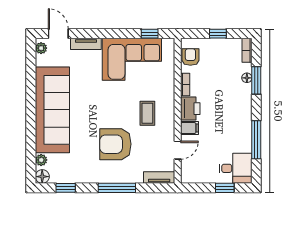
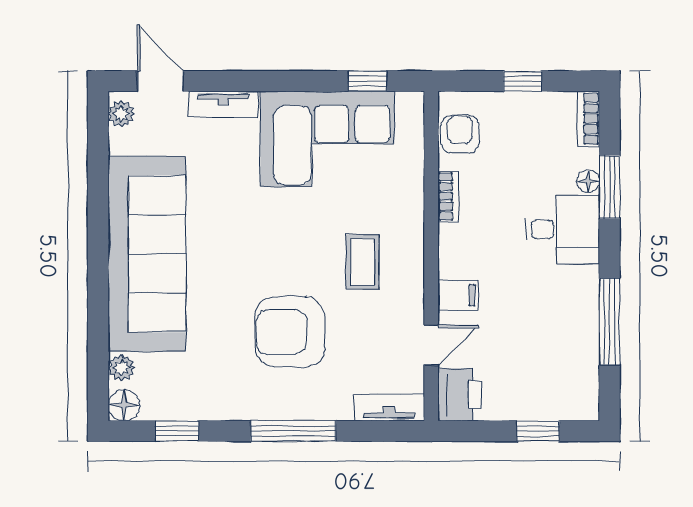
printer: (190, 109) -> (460, 395), moved
desk: (236, 168) -> (562, 229), moved

